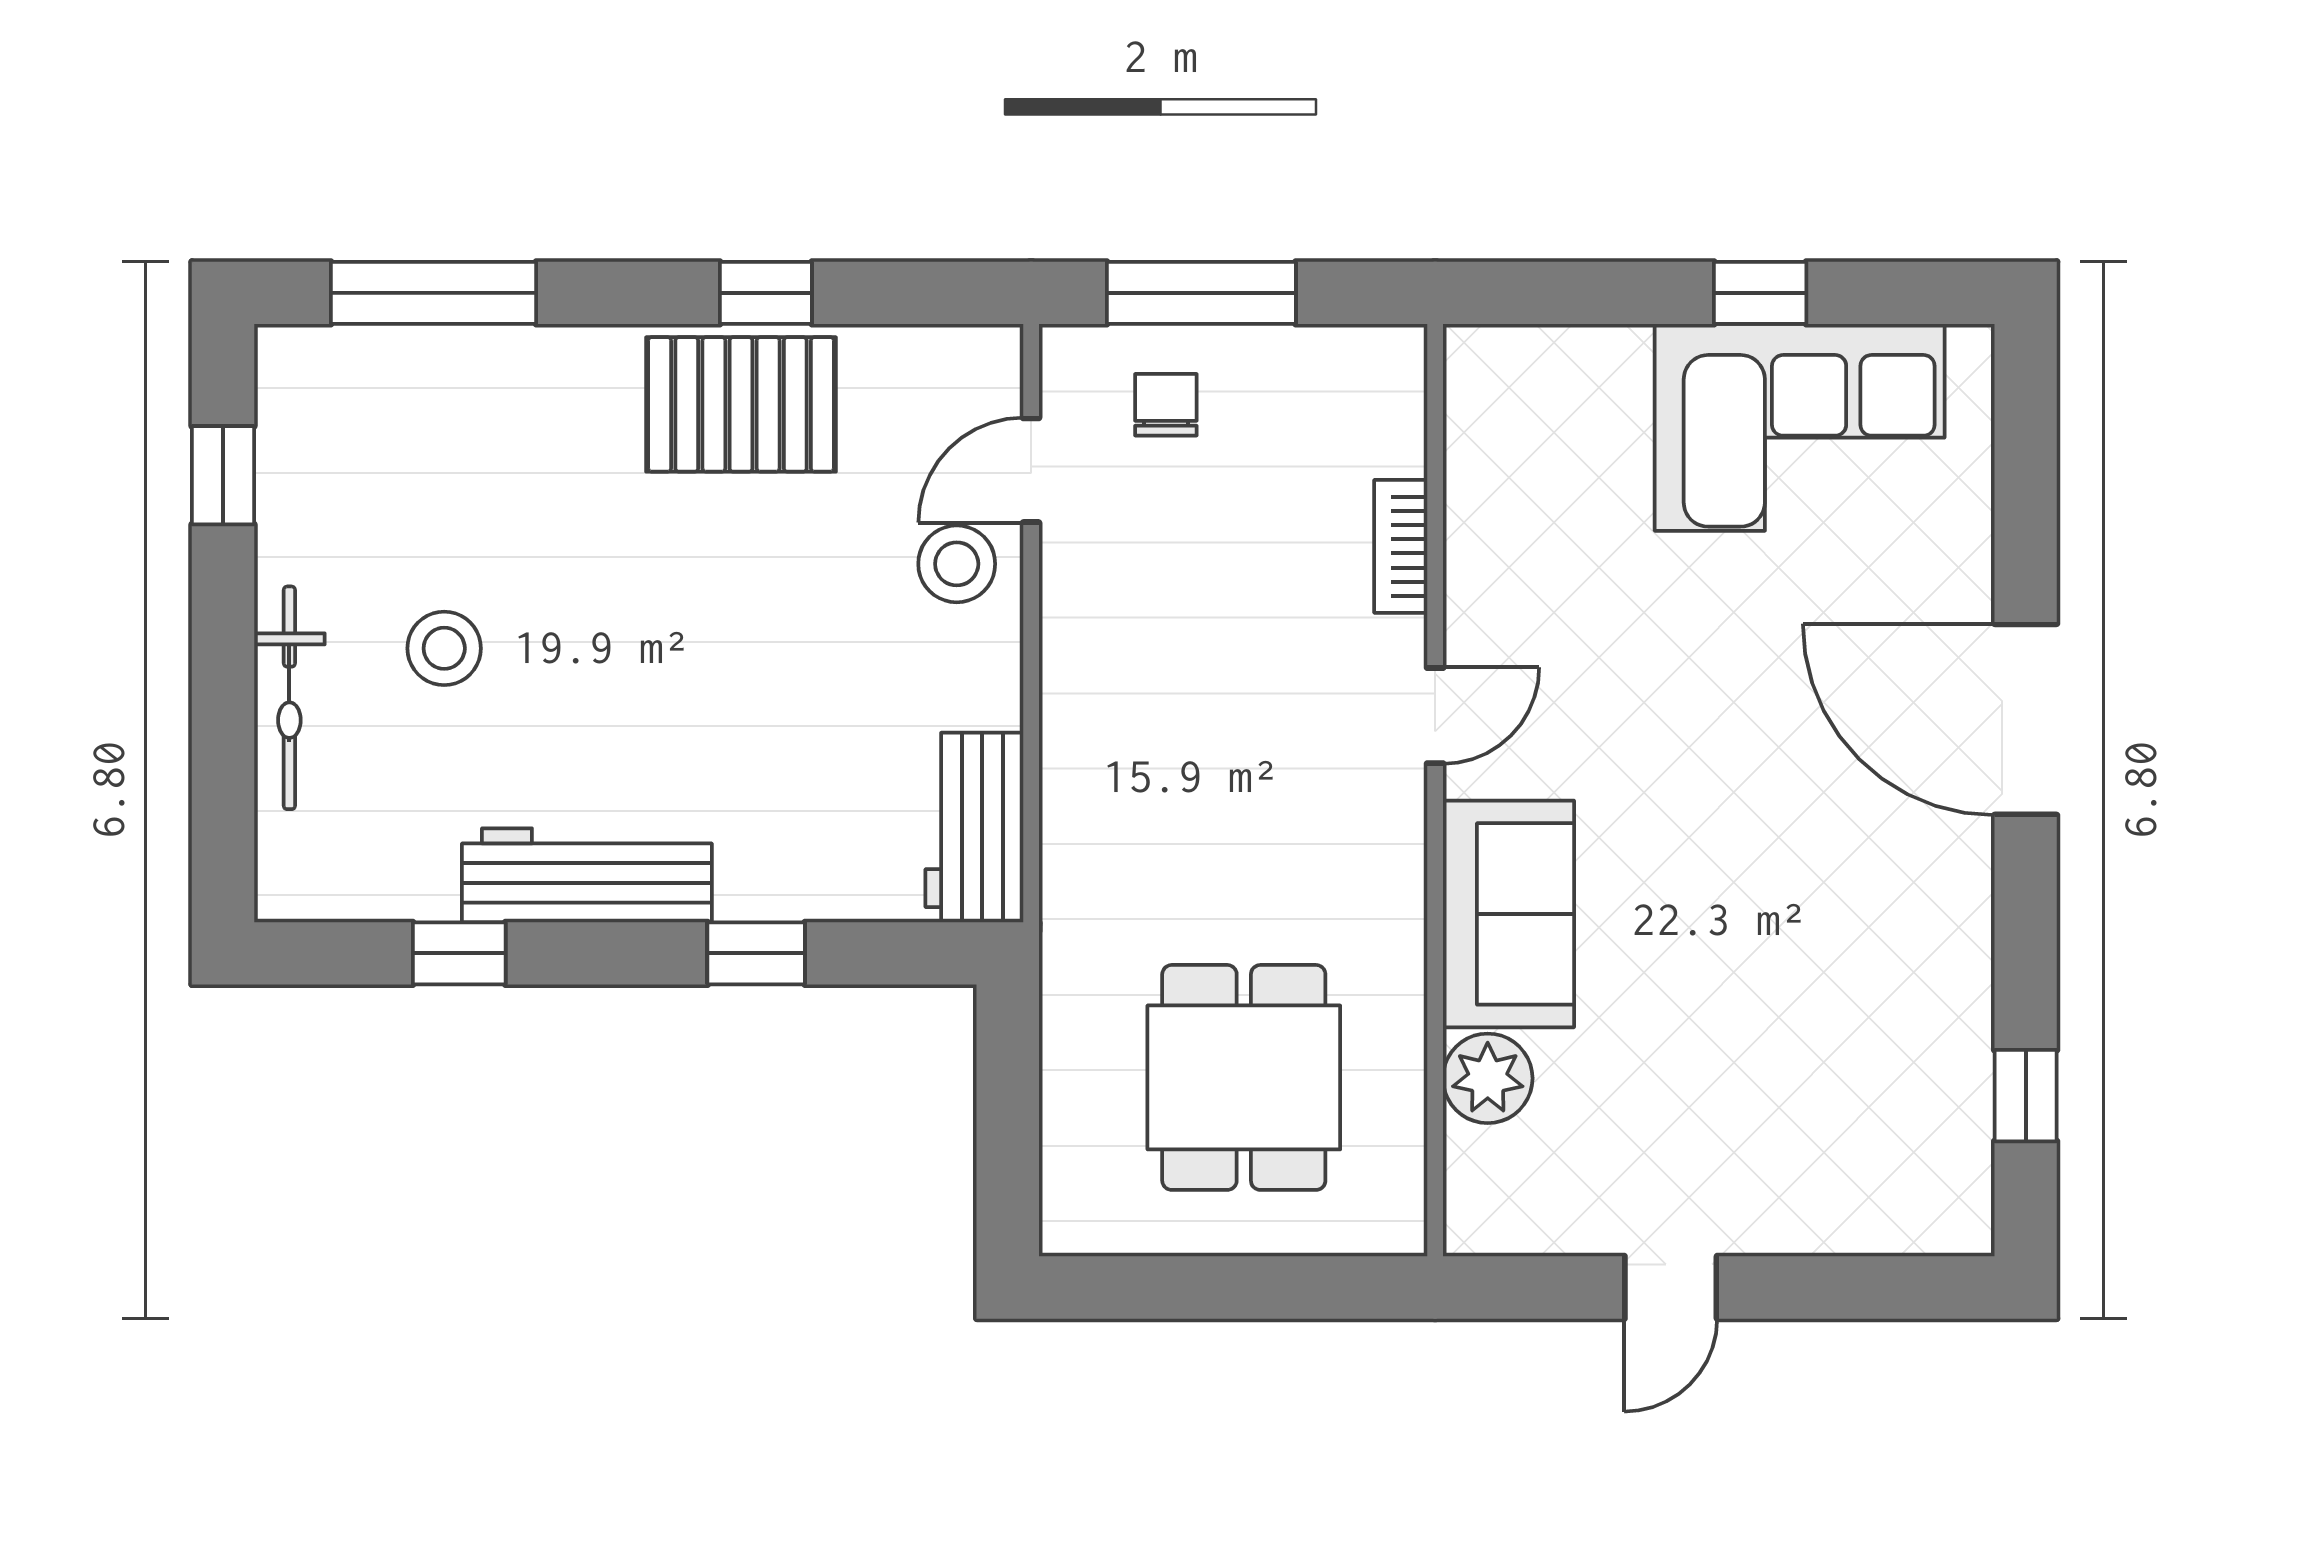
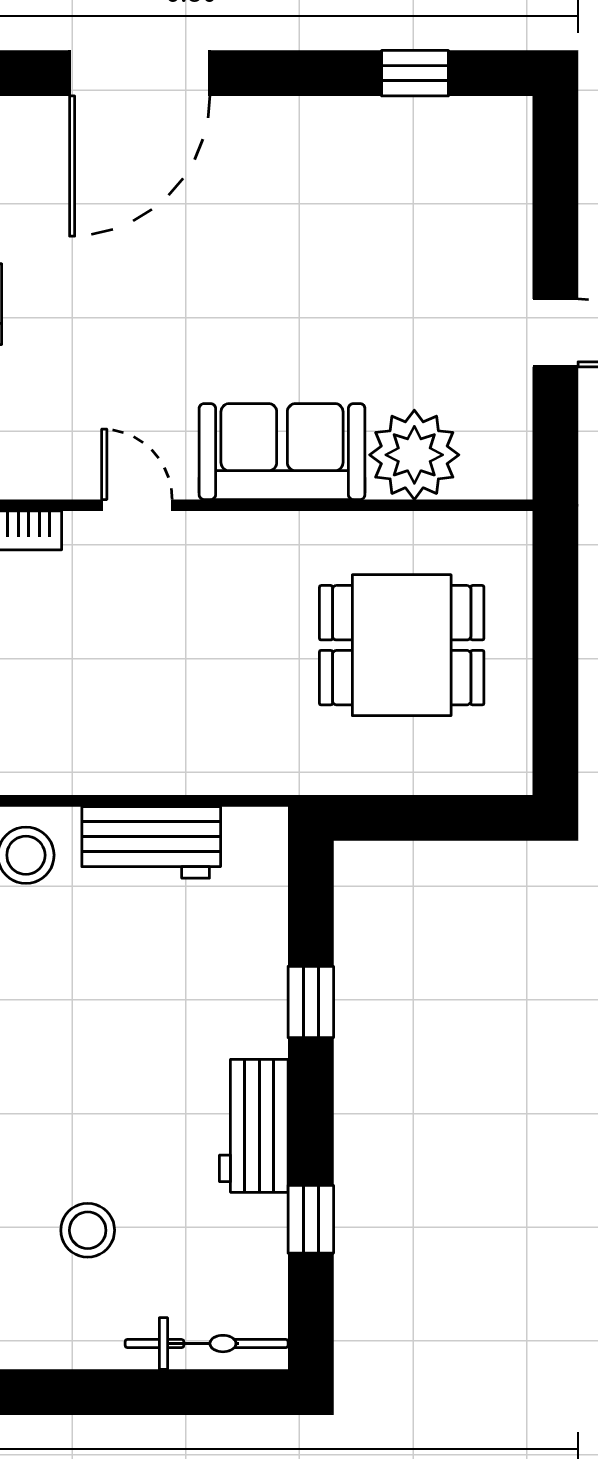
bicycle: (289, 698) -> (207, 1344), moved
workbench: (974, 827) -> (151, 842), moved
workbench: (587, 875) -> (254, 1126), width x0.73
plant: (1488, 1078) -> (414, 455), width x1.36, depth x1.36

